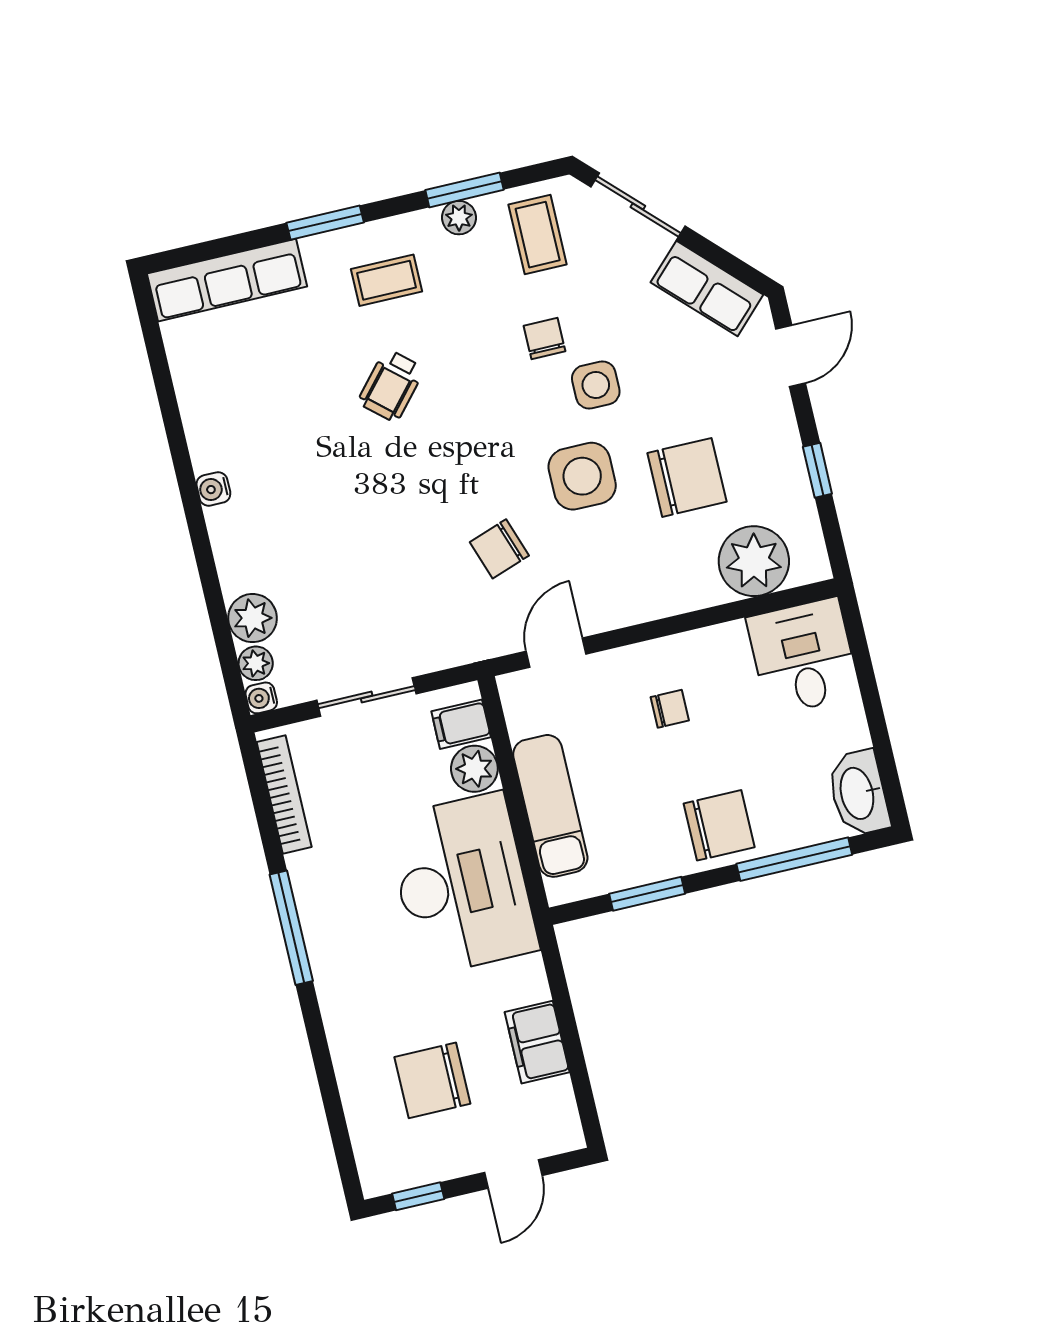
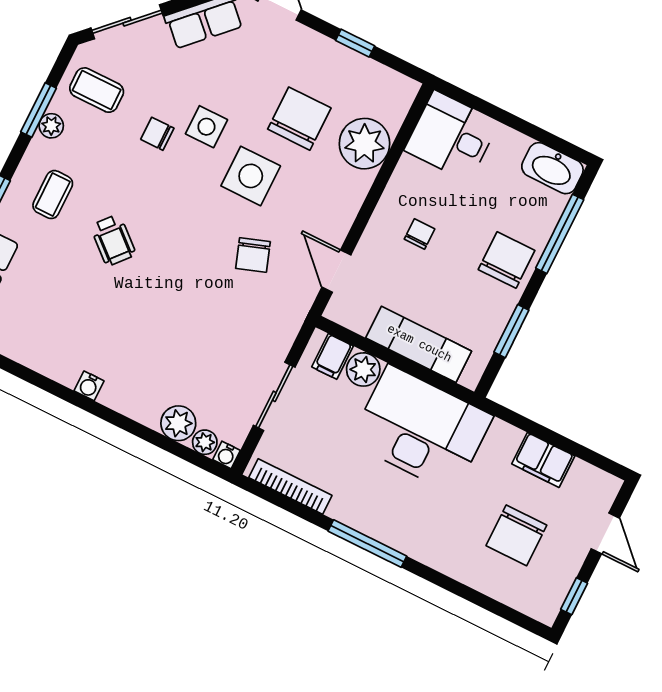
plant: (754, 561) -> (364, 144), moved

